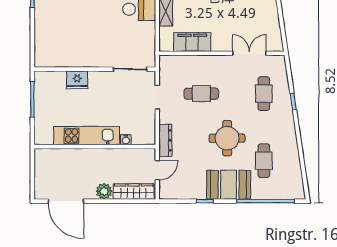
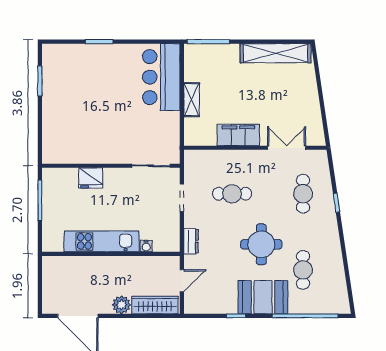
filing cabinet: (192, 42) -> (238, 135), moved
dresser: (165, 140) -> (191, 241), width x0.70

